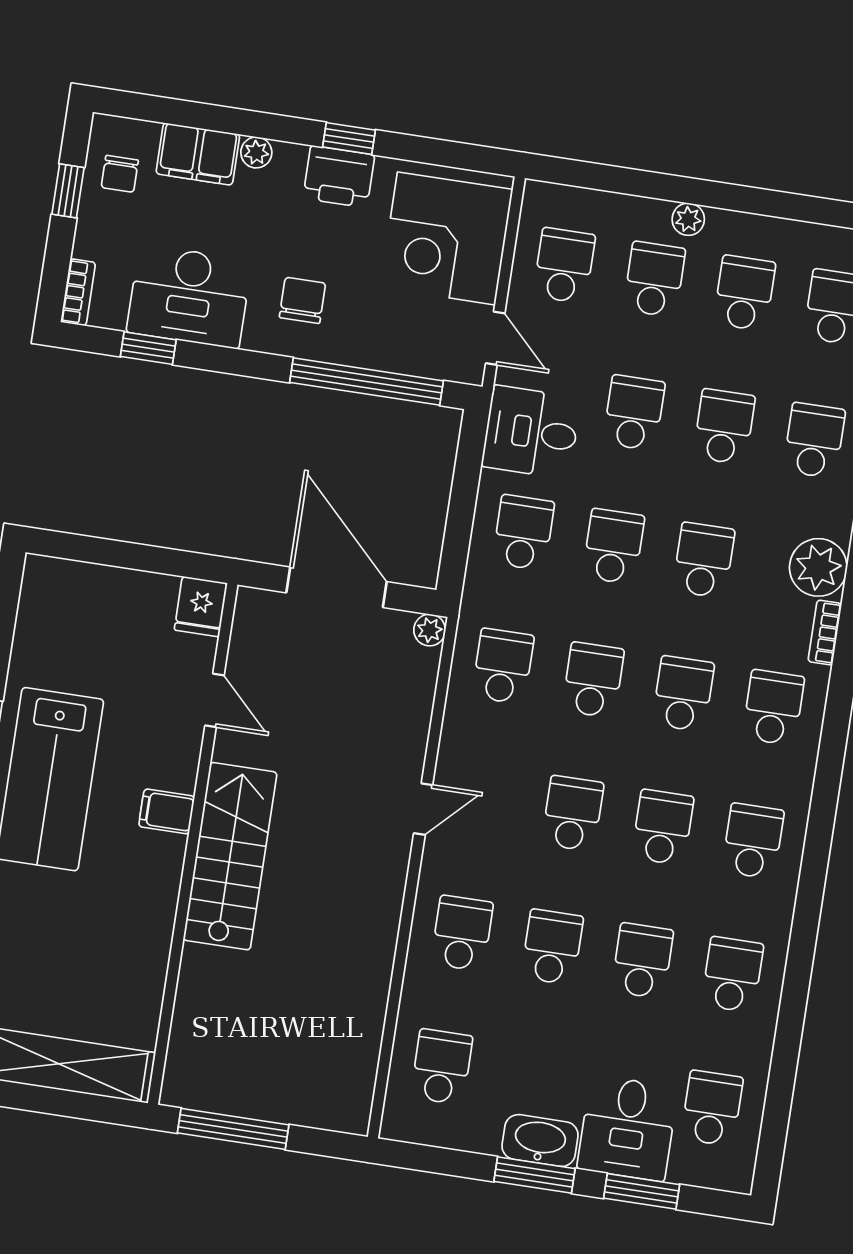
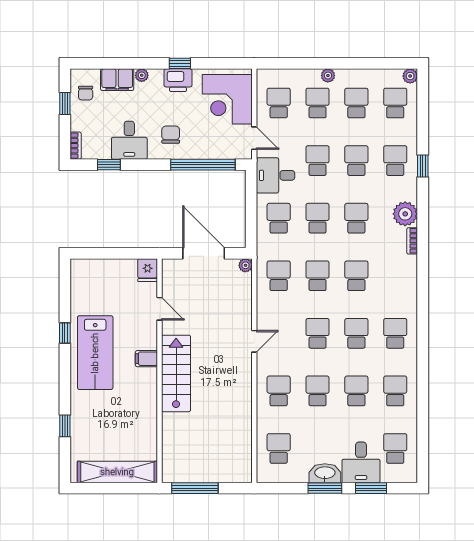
desk: (189, 296) -> (129, 140), width x0.73
school desk: (773, 707) -> (395, 276), removed

